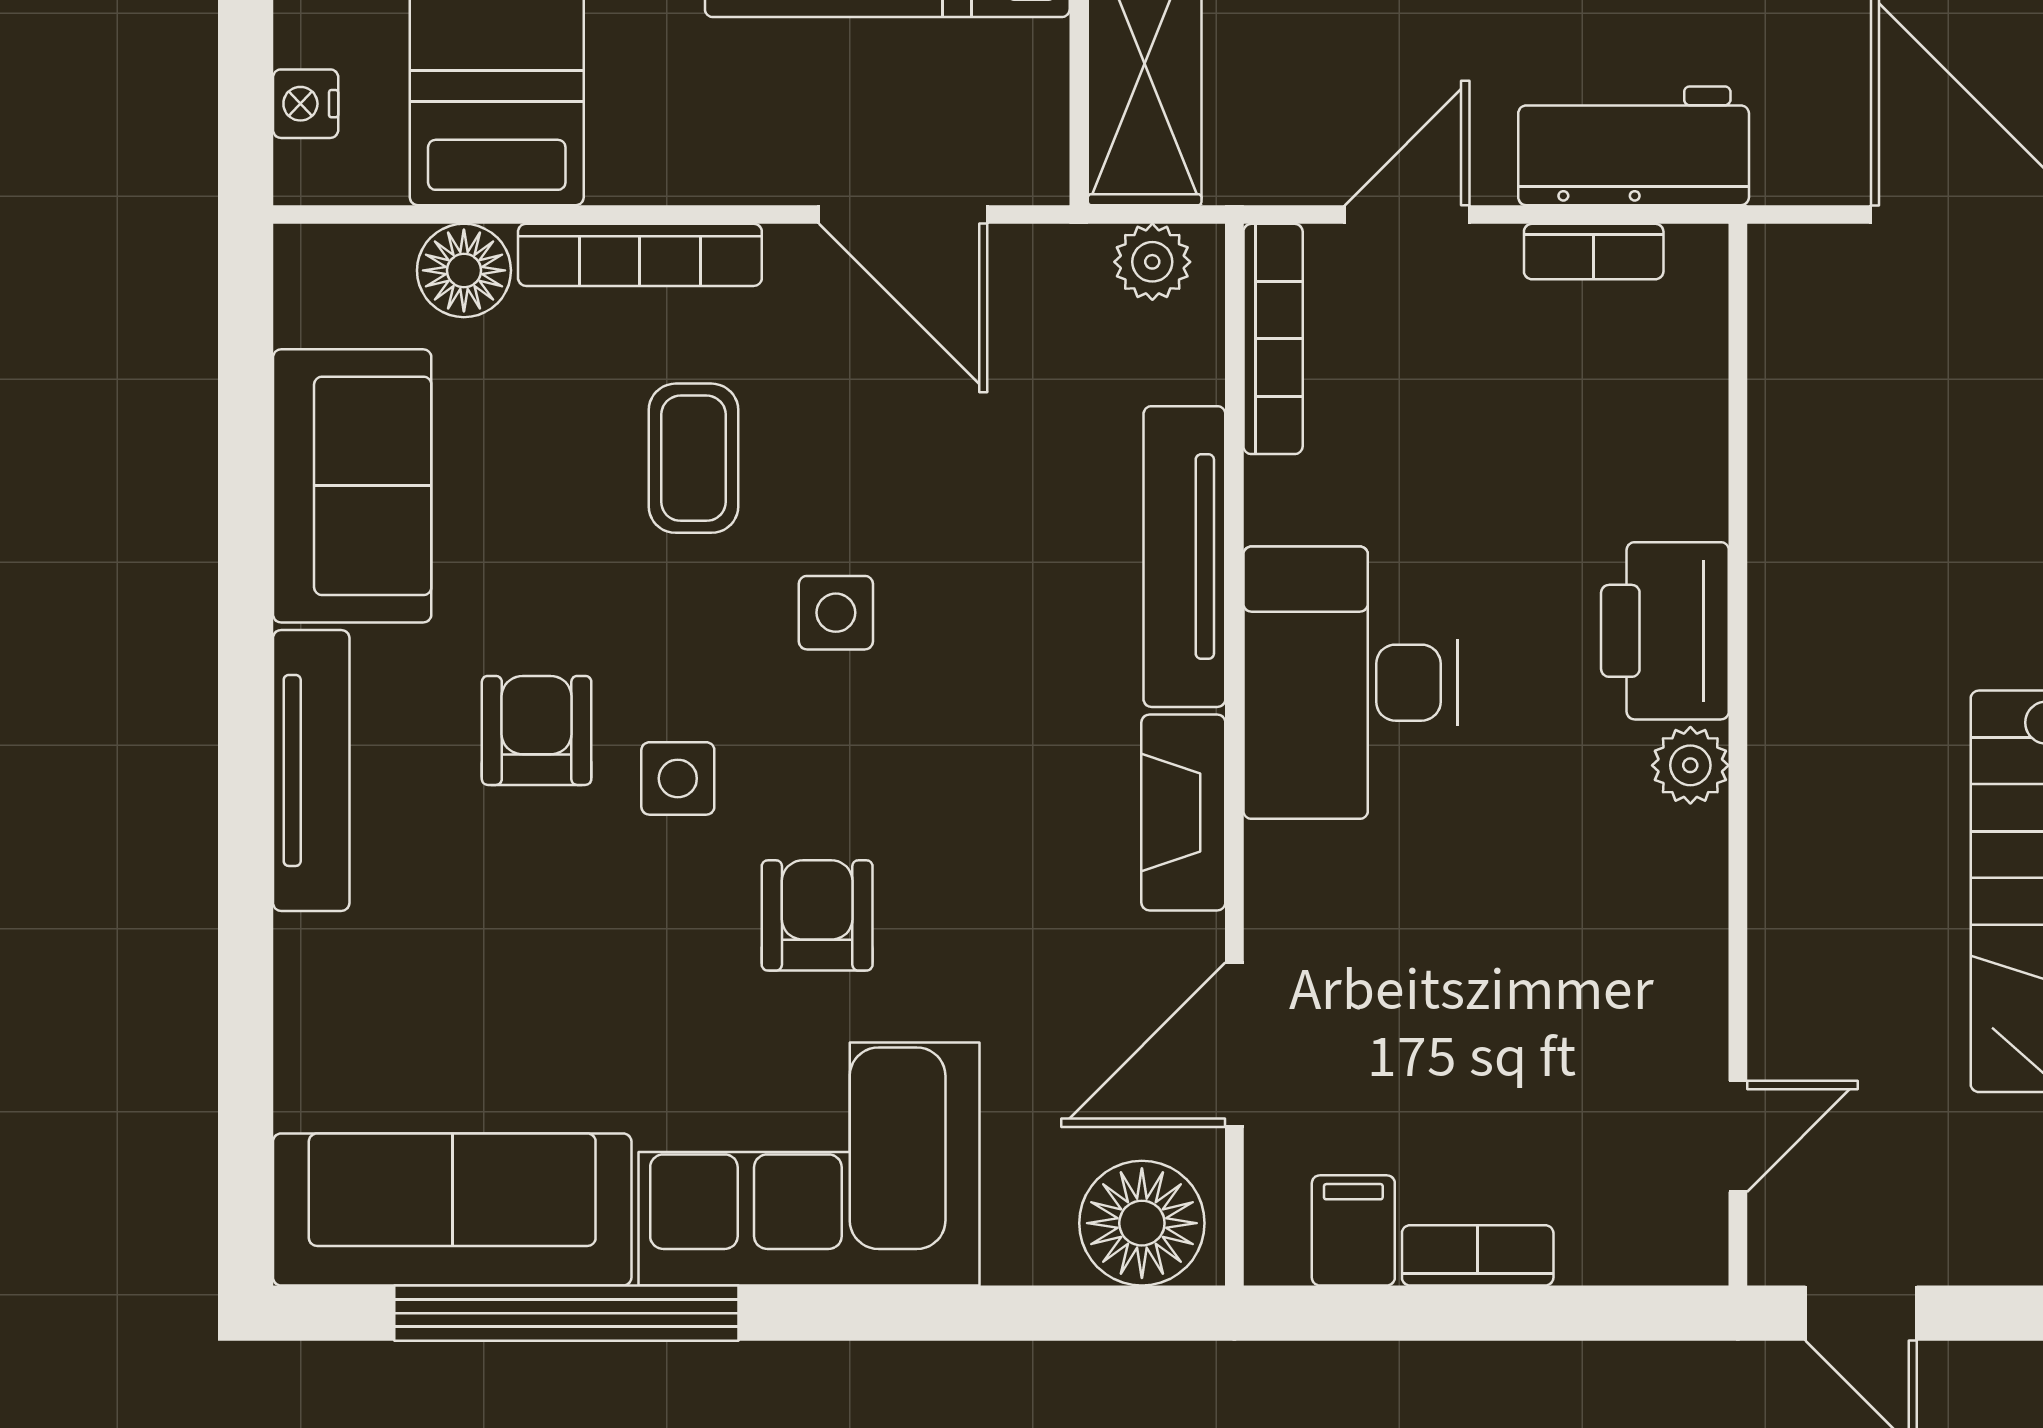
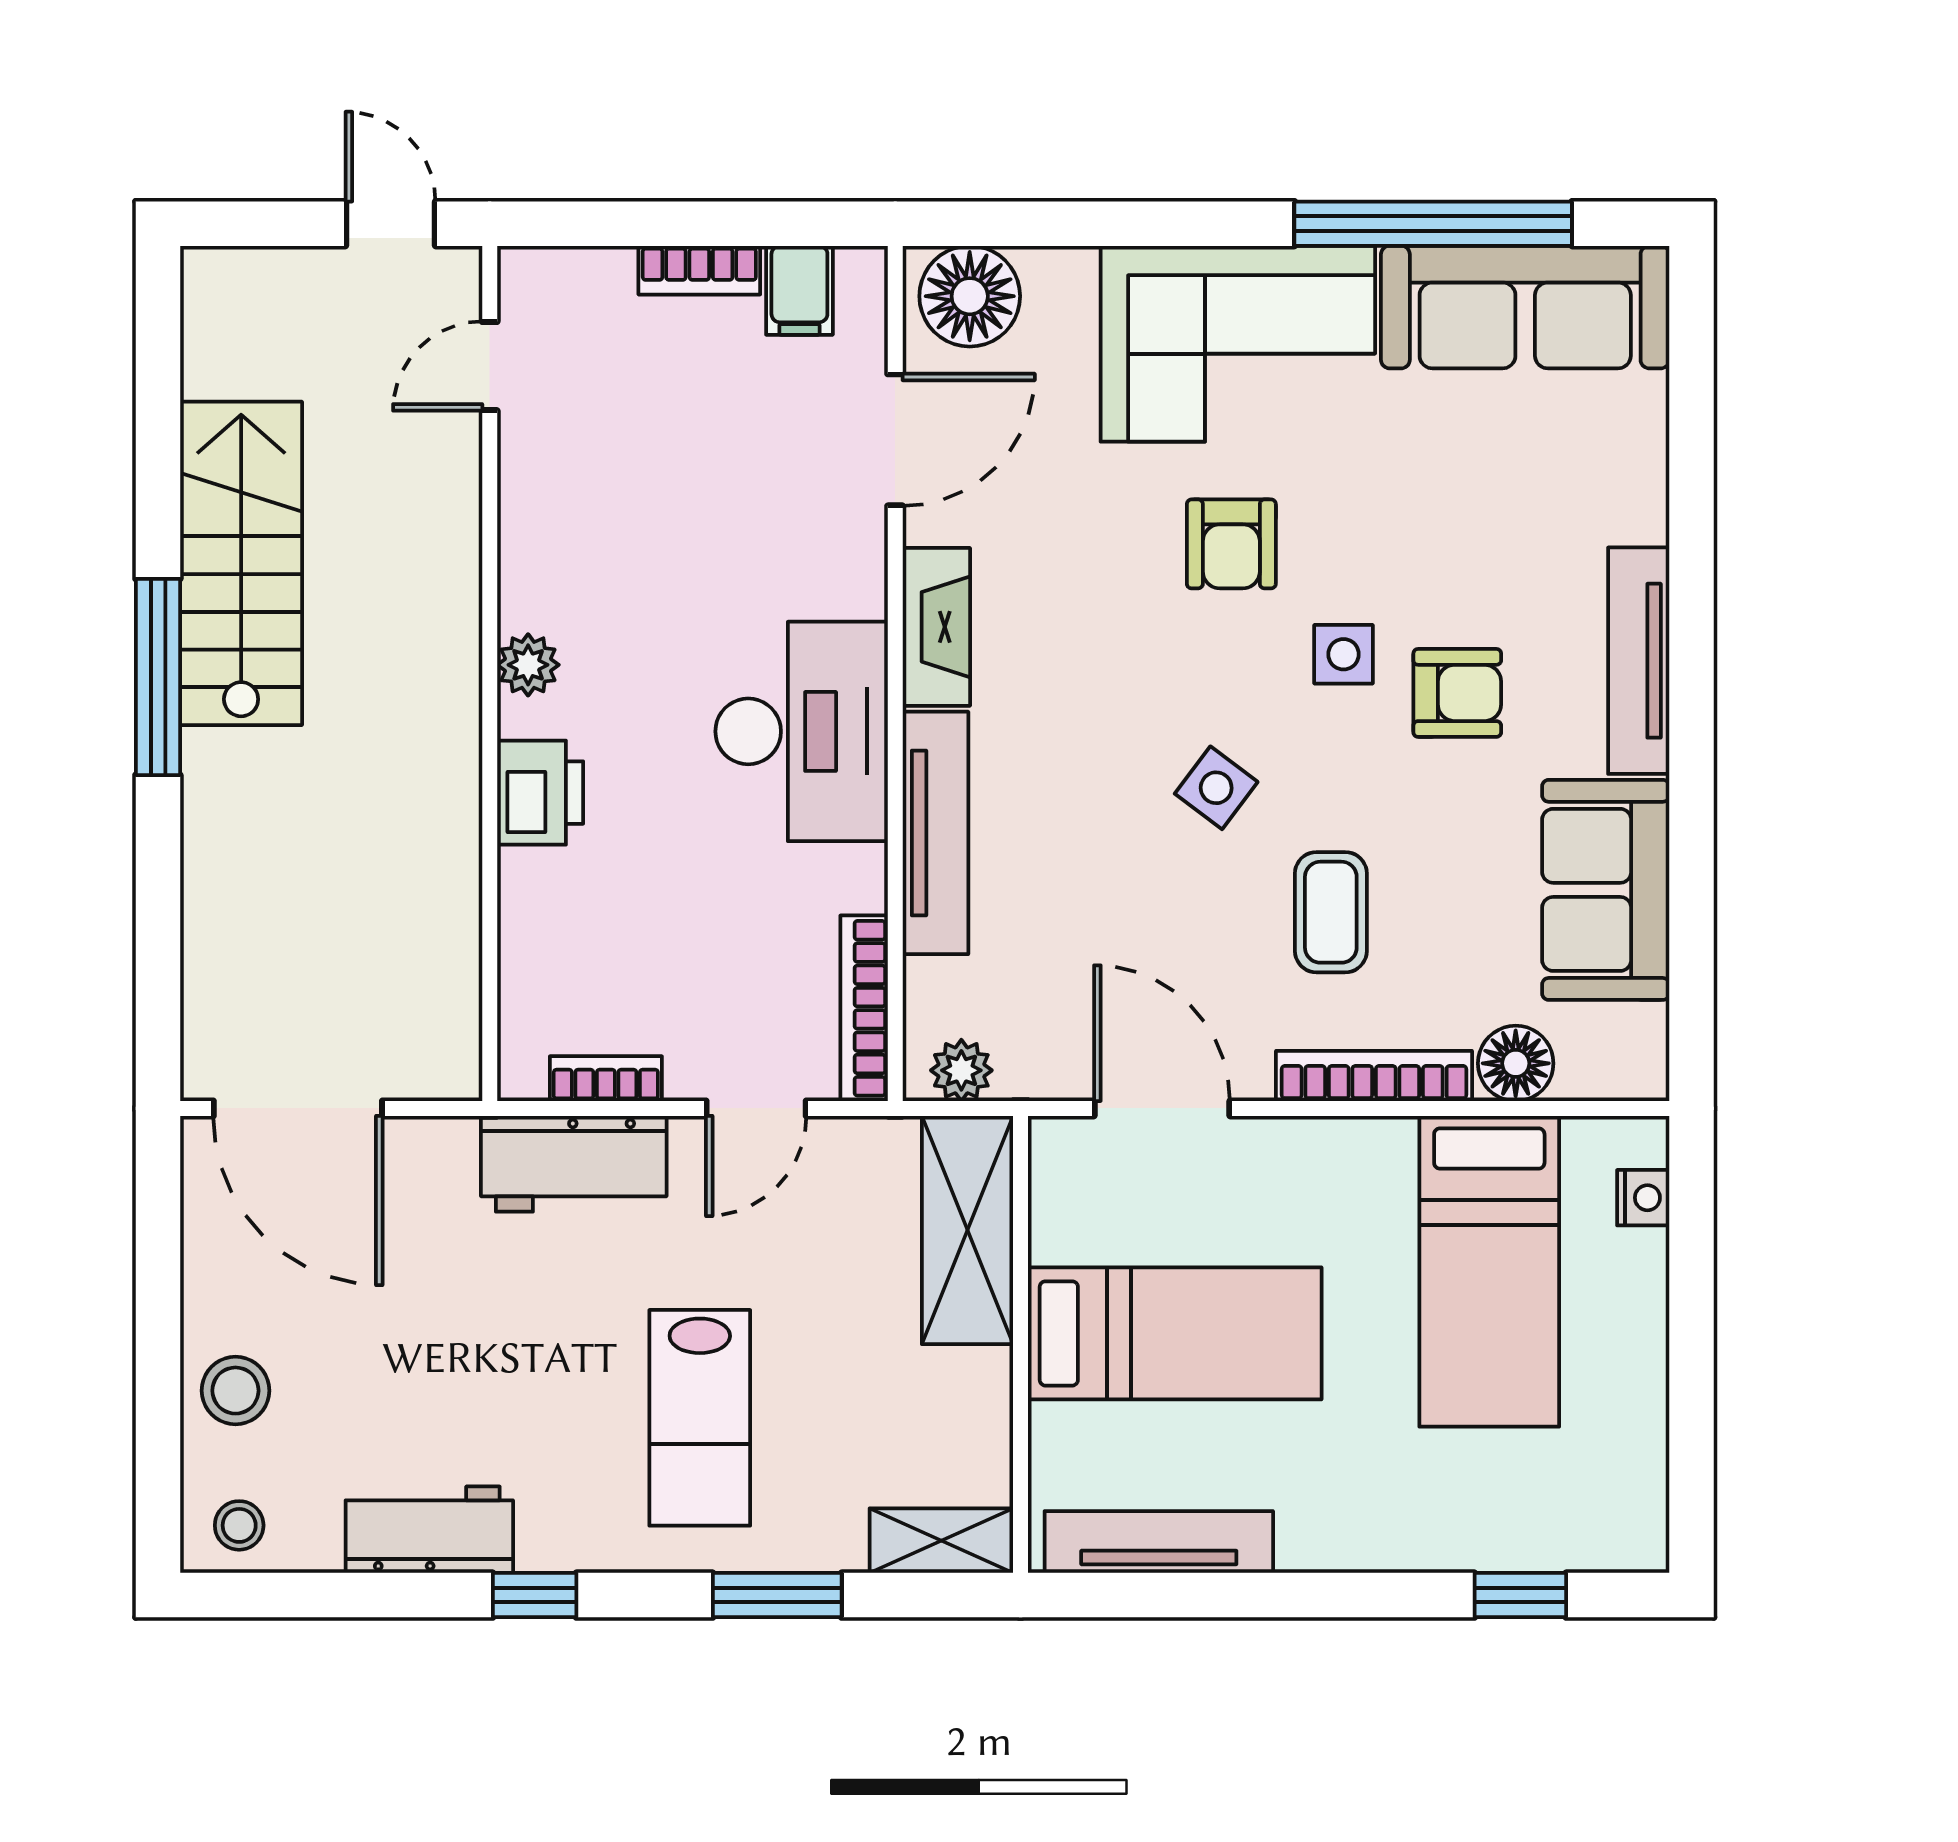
side table: (836, 613) -> (1216, 788), turned 37
printer: (1665, 631) -> (540, 793), width x0.73, depth x0.84
armchair: (537, 730) -> (1457, 693), turned -90

